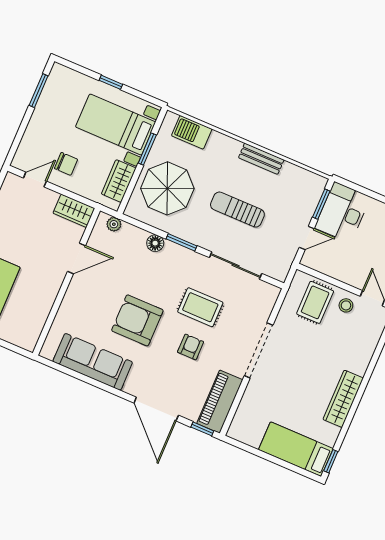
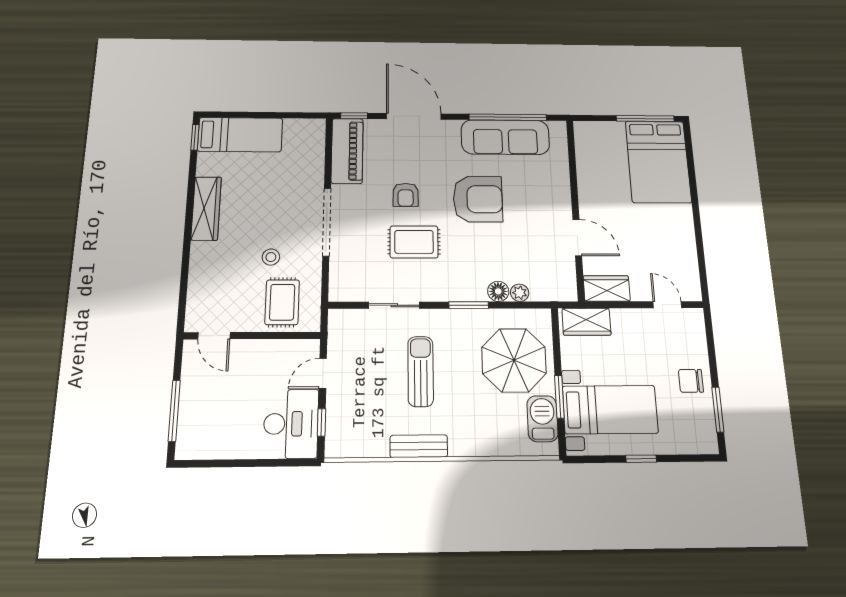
barbecue: (192, 132) -> (542, 419), moved, turned -90
chair: (66, 164) -> (691, 381), moved
door: (35, 180) -> (667, 305), swing flipped
wardrobe: (119, 181) -> (586, 322), moved, turned 90
window: (321, 204) -> (322, 422), width x0.67
sun lounger: (237, 210) -> (421, 371), turned -90
plant: (114, 224) -> (520, 293), moved
door: (76, 258) -> (577, 238), swing flipped
sliding door: (236, 265) -> (394, 305), width x0.73
stool: (346, 305) -> (271, 257), moved
window: (83, 378) -> (508, 117), added

